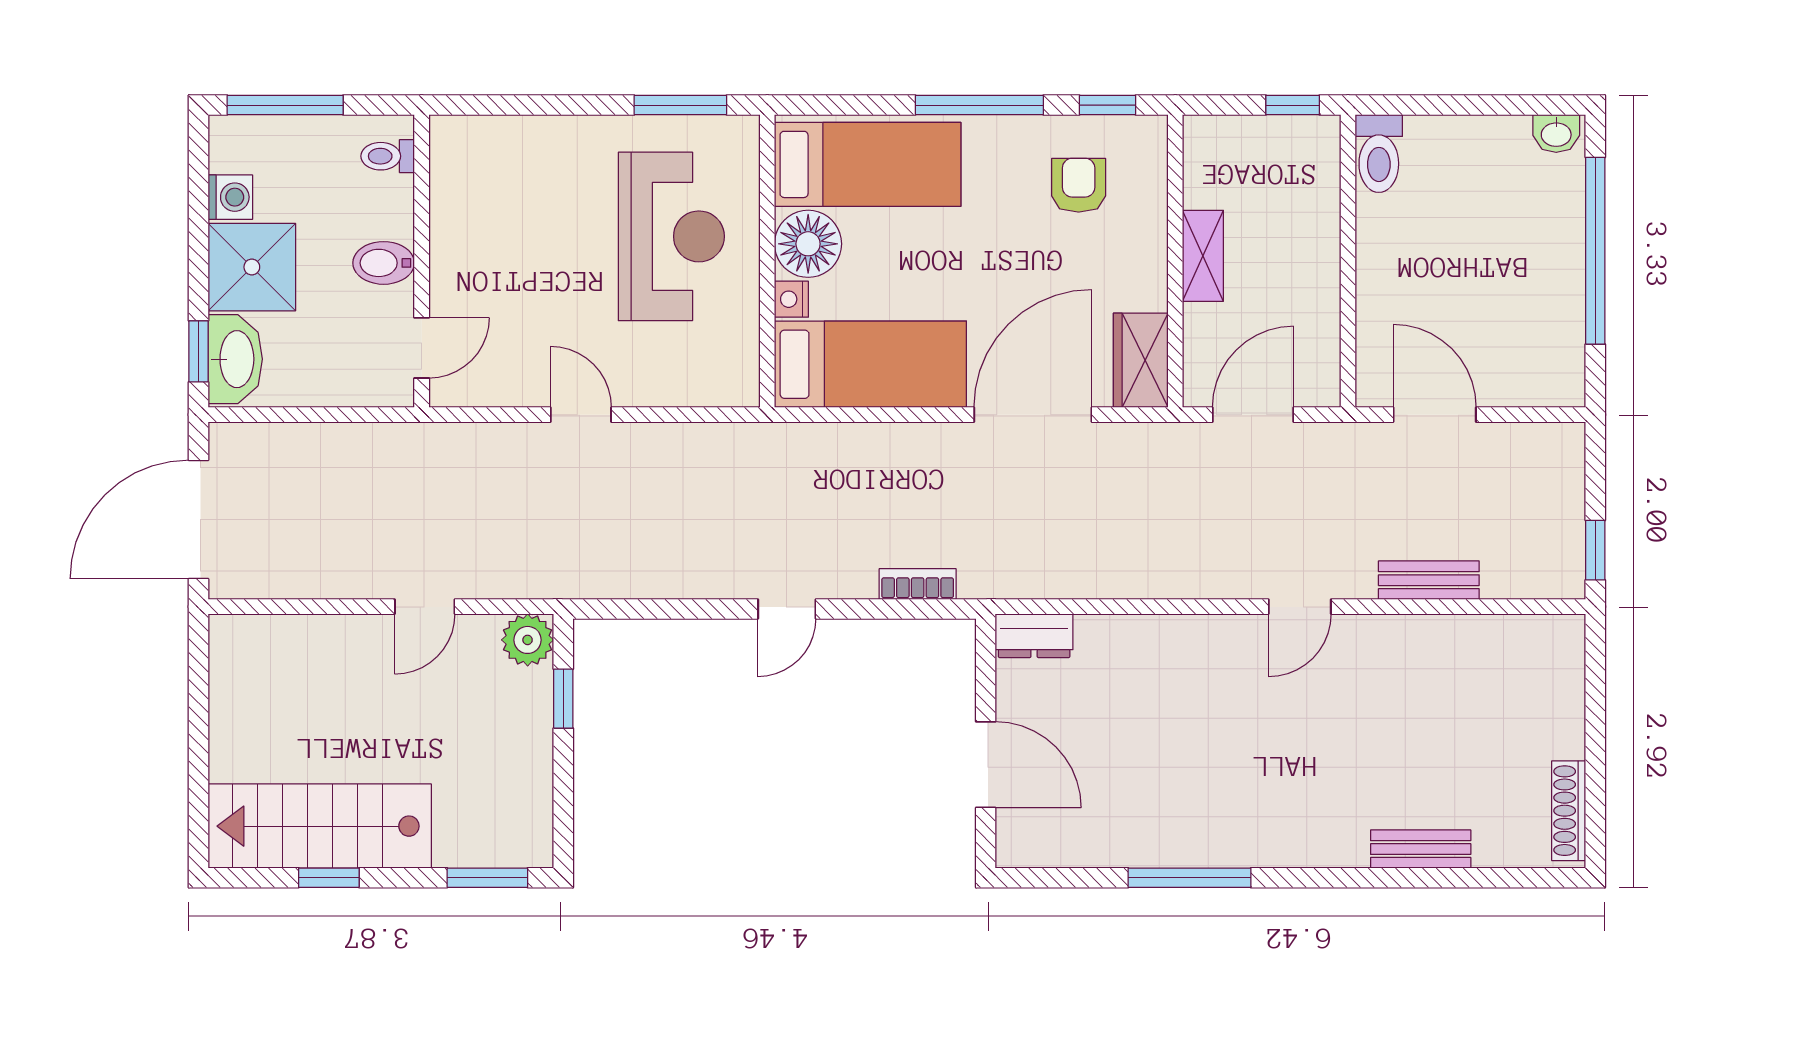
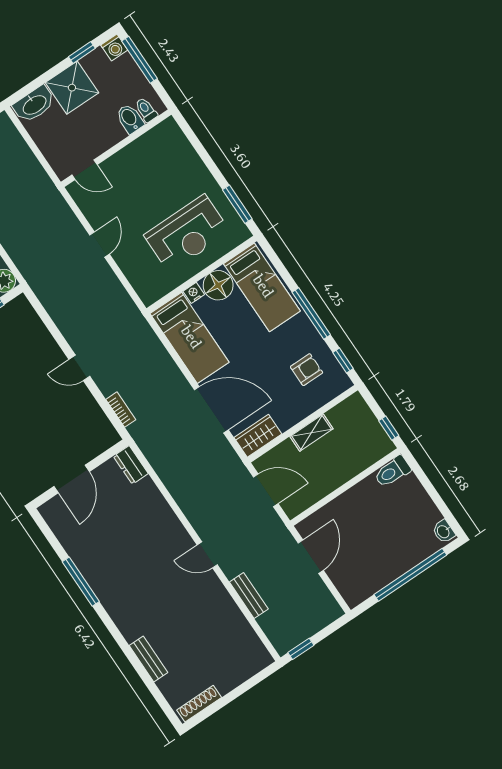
washing machine: (230, 197) -> (114, 48), moved
bidet: (384, 263) -> (130, 119), moved
window: (198, 351) -> (82, 52), moved

